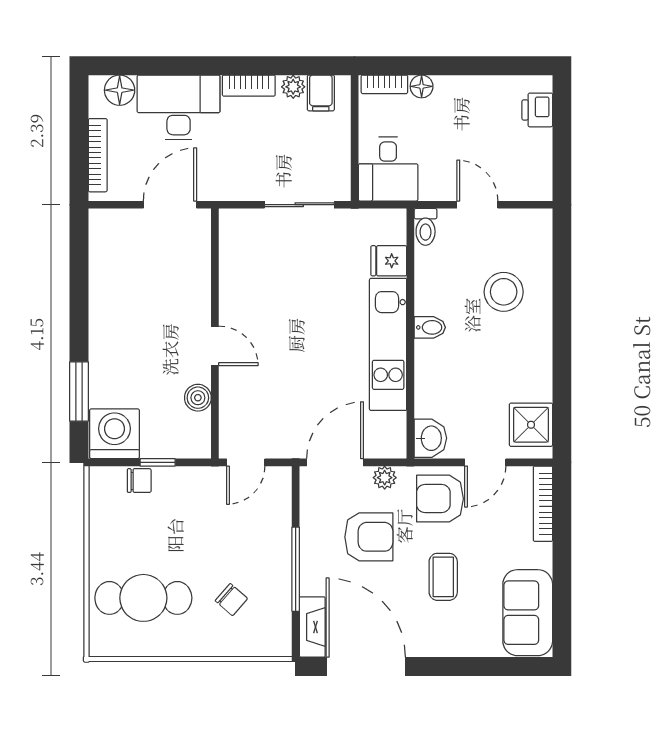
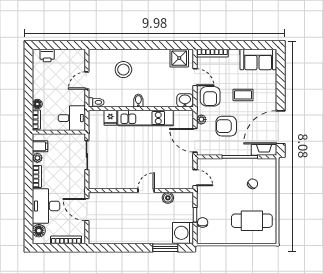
armchair: (369, 537) -> (226, 126), turned -90
cafe table: (143, 598) -> (252, 221), turned 90

